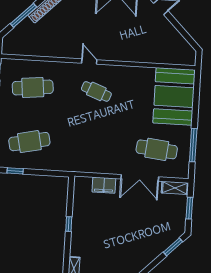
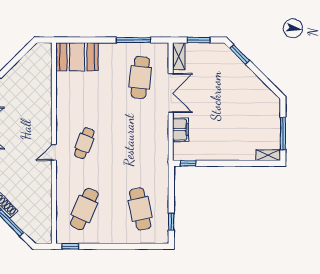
cafe table: (33, 88) -> (84, 209), turned 30
booth: (174, 96) -> (77, 57), width x0.73, depth x0.70
window: (69, 224) -> (188, 163), moved

